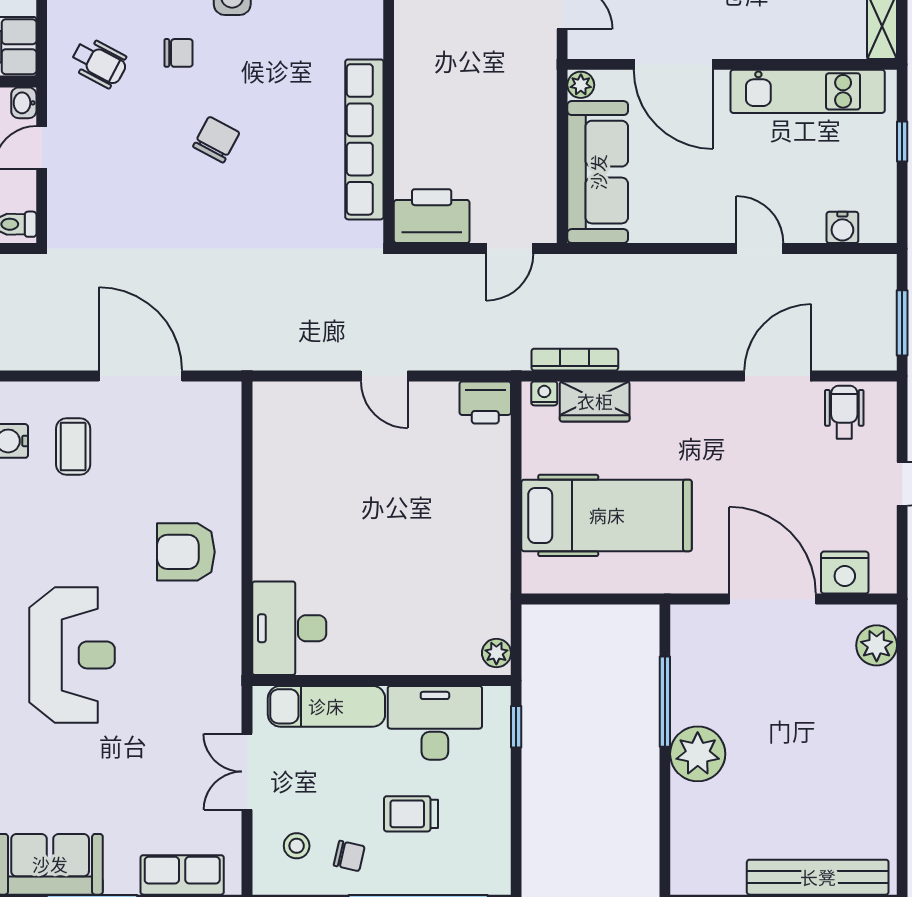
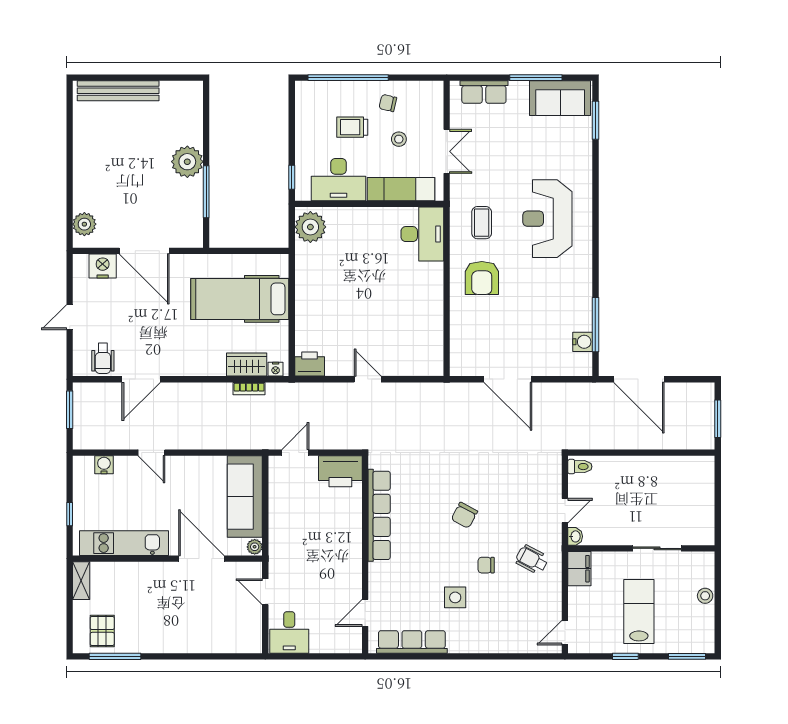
bookcase: (575, 360) -> (249, 389), width x0.64
coffee table: (73, 447) -> (482, 223), moved
armchair: (186, 552) -> (482, 278), turned 90
plant: (496, 653) -> (310, 227), width x1.87, depth x1.87
trolley: (411, 814) -> (352, 127), turned 180
stool: (297, 846) -> (399, 139), moved

